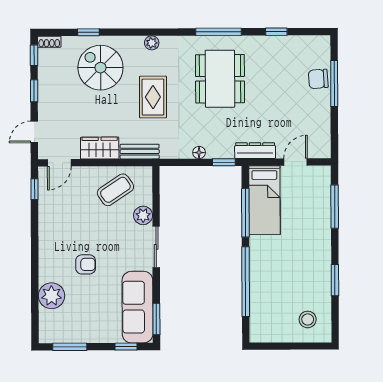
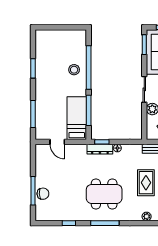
dining table: (220, 79) -> (104, 194), turned 90
dresser: (255, 151) -> (100, 149), moved
door: (296, 162) -> (57, 142), hinge flipped
stool: (308, 319) -> (74, 70), moved

